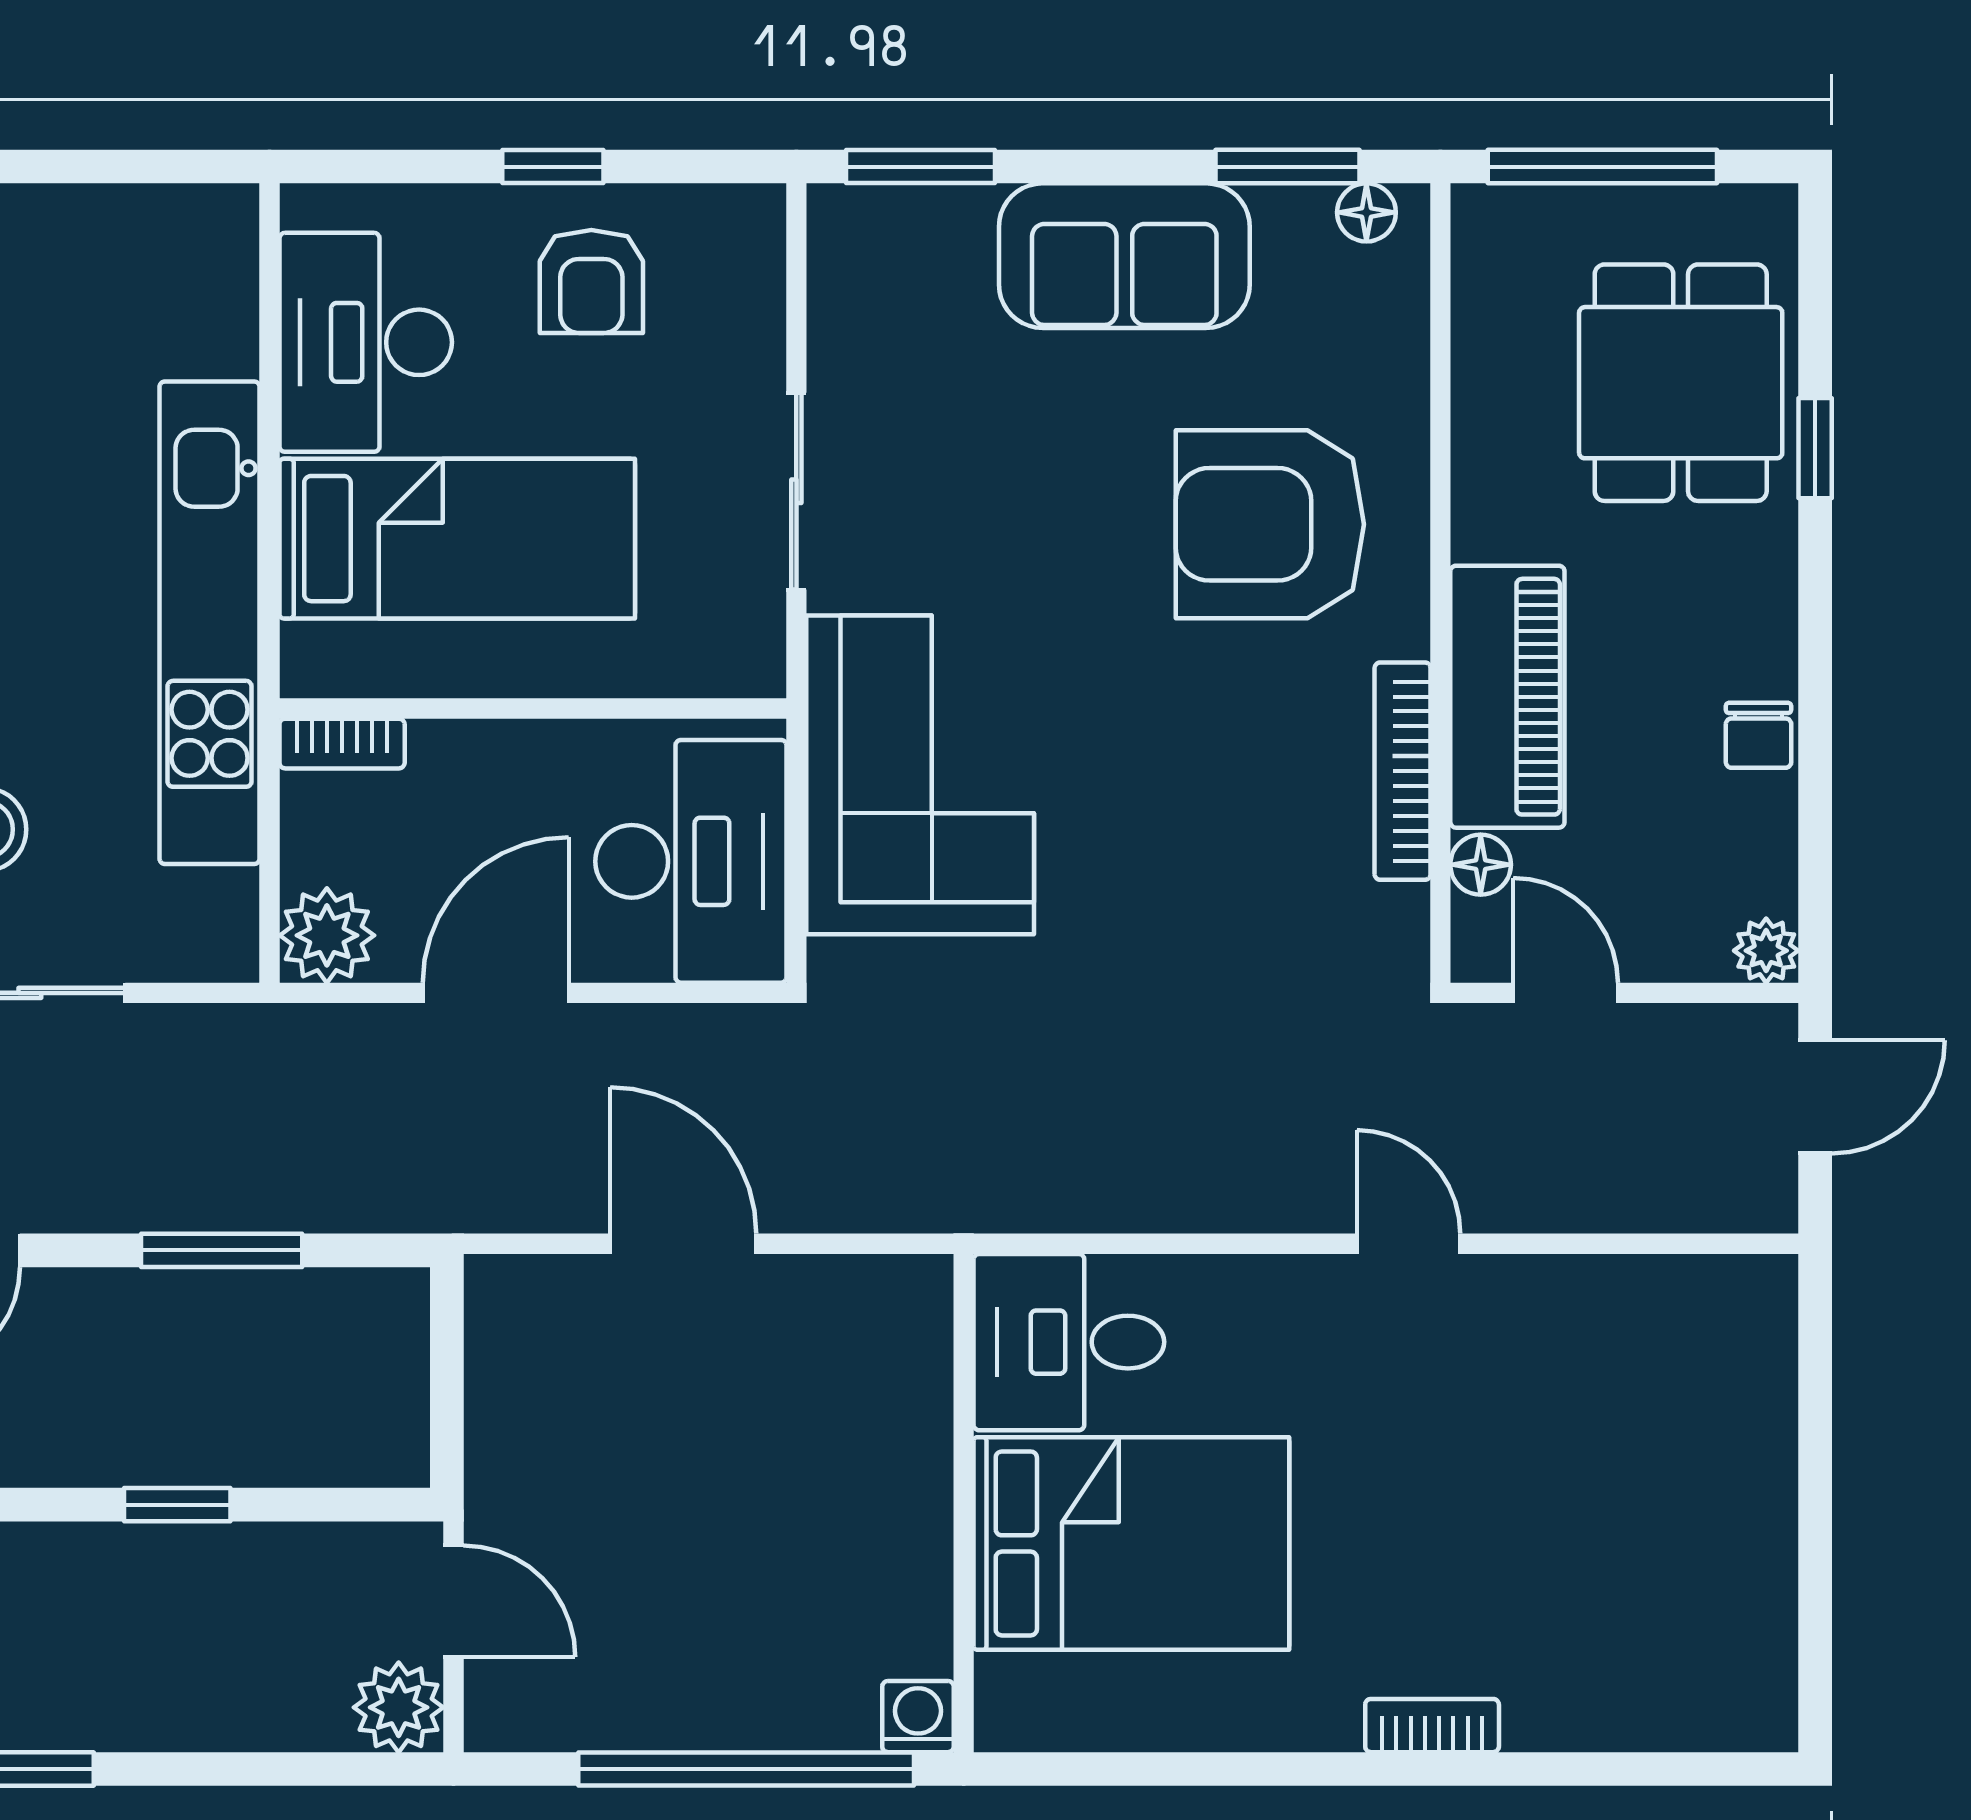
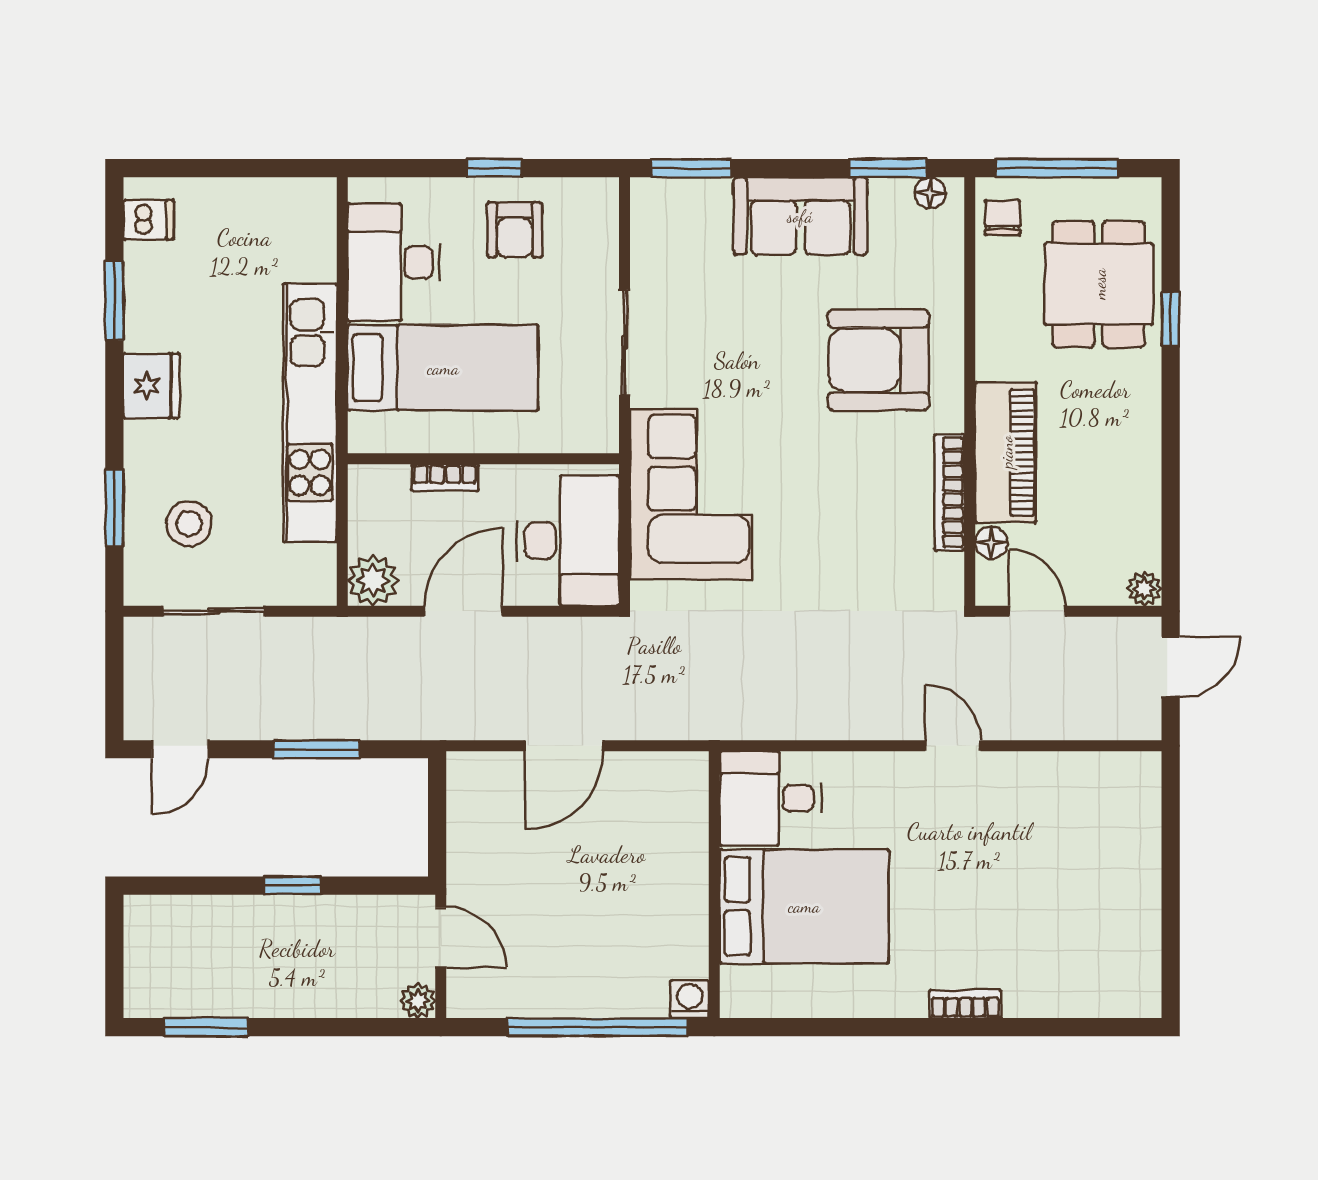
chair: (1759, 735) -> (1002, 218), moved, turned 180
bookcase: (342, 744) -> (445, 478), moved
door: (683, 1244) -> (564, 746), swing flipped
plant: (399, 1707) -> (418, 1001), width x0.73, depth x0.73

